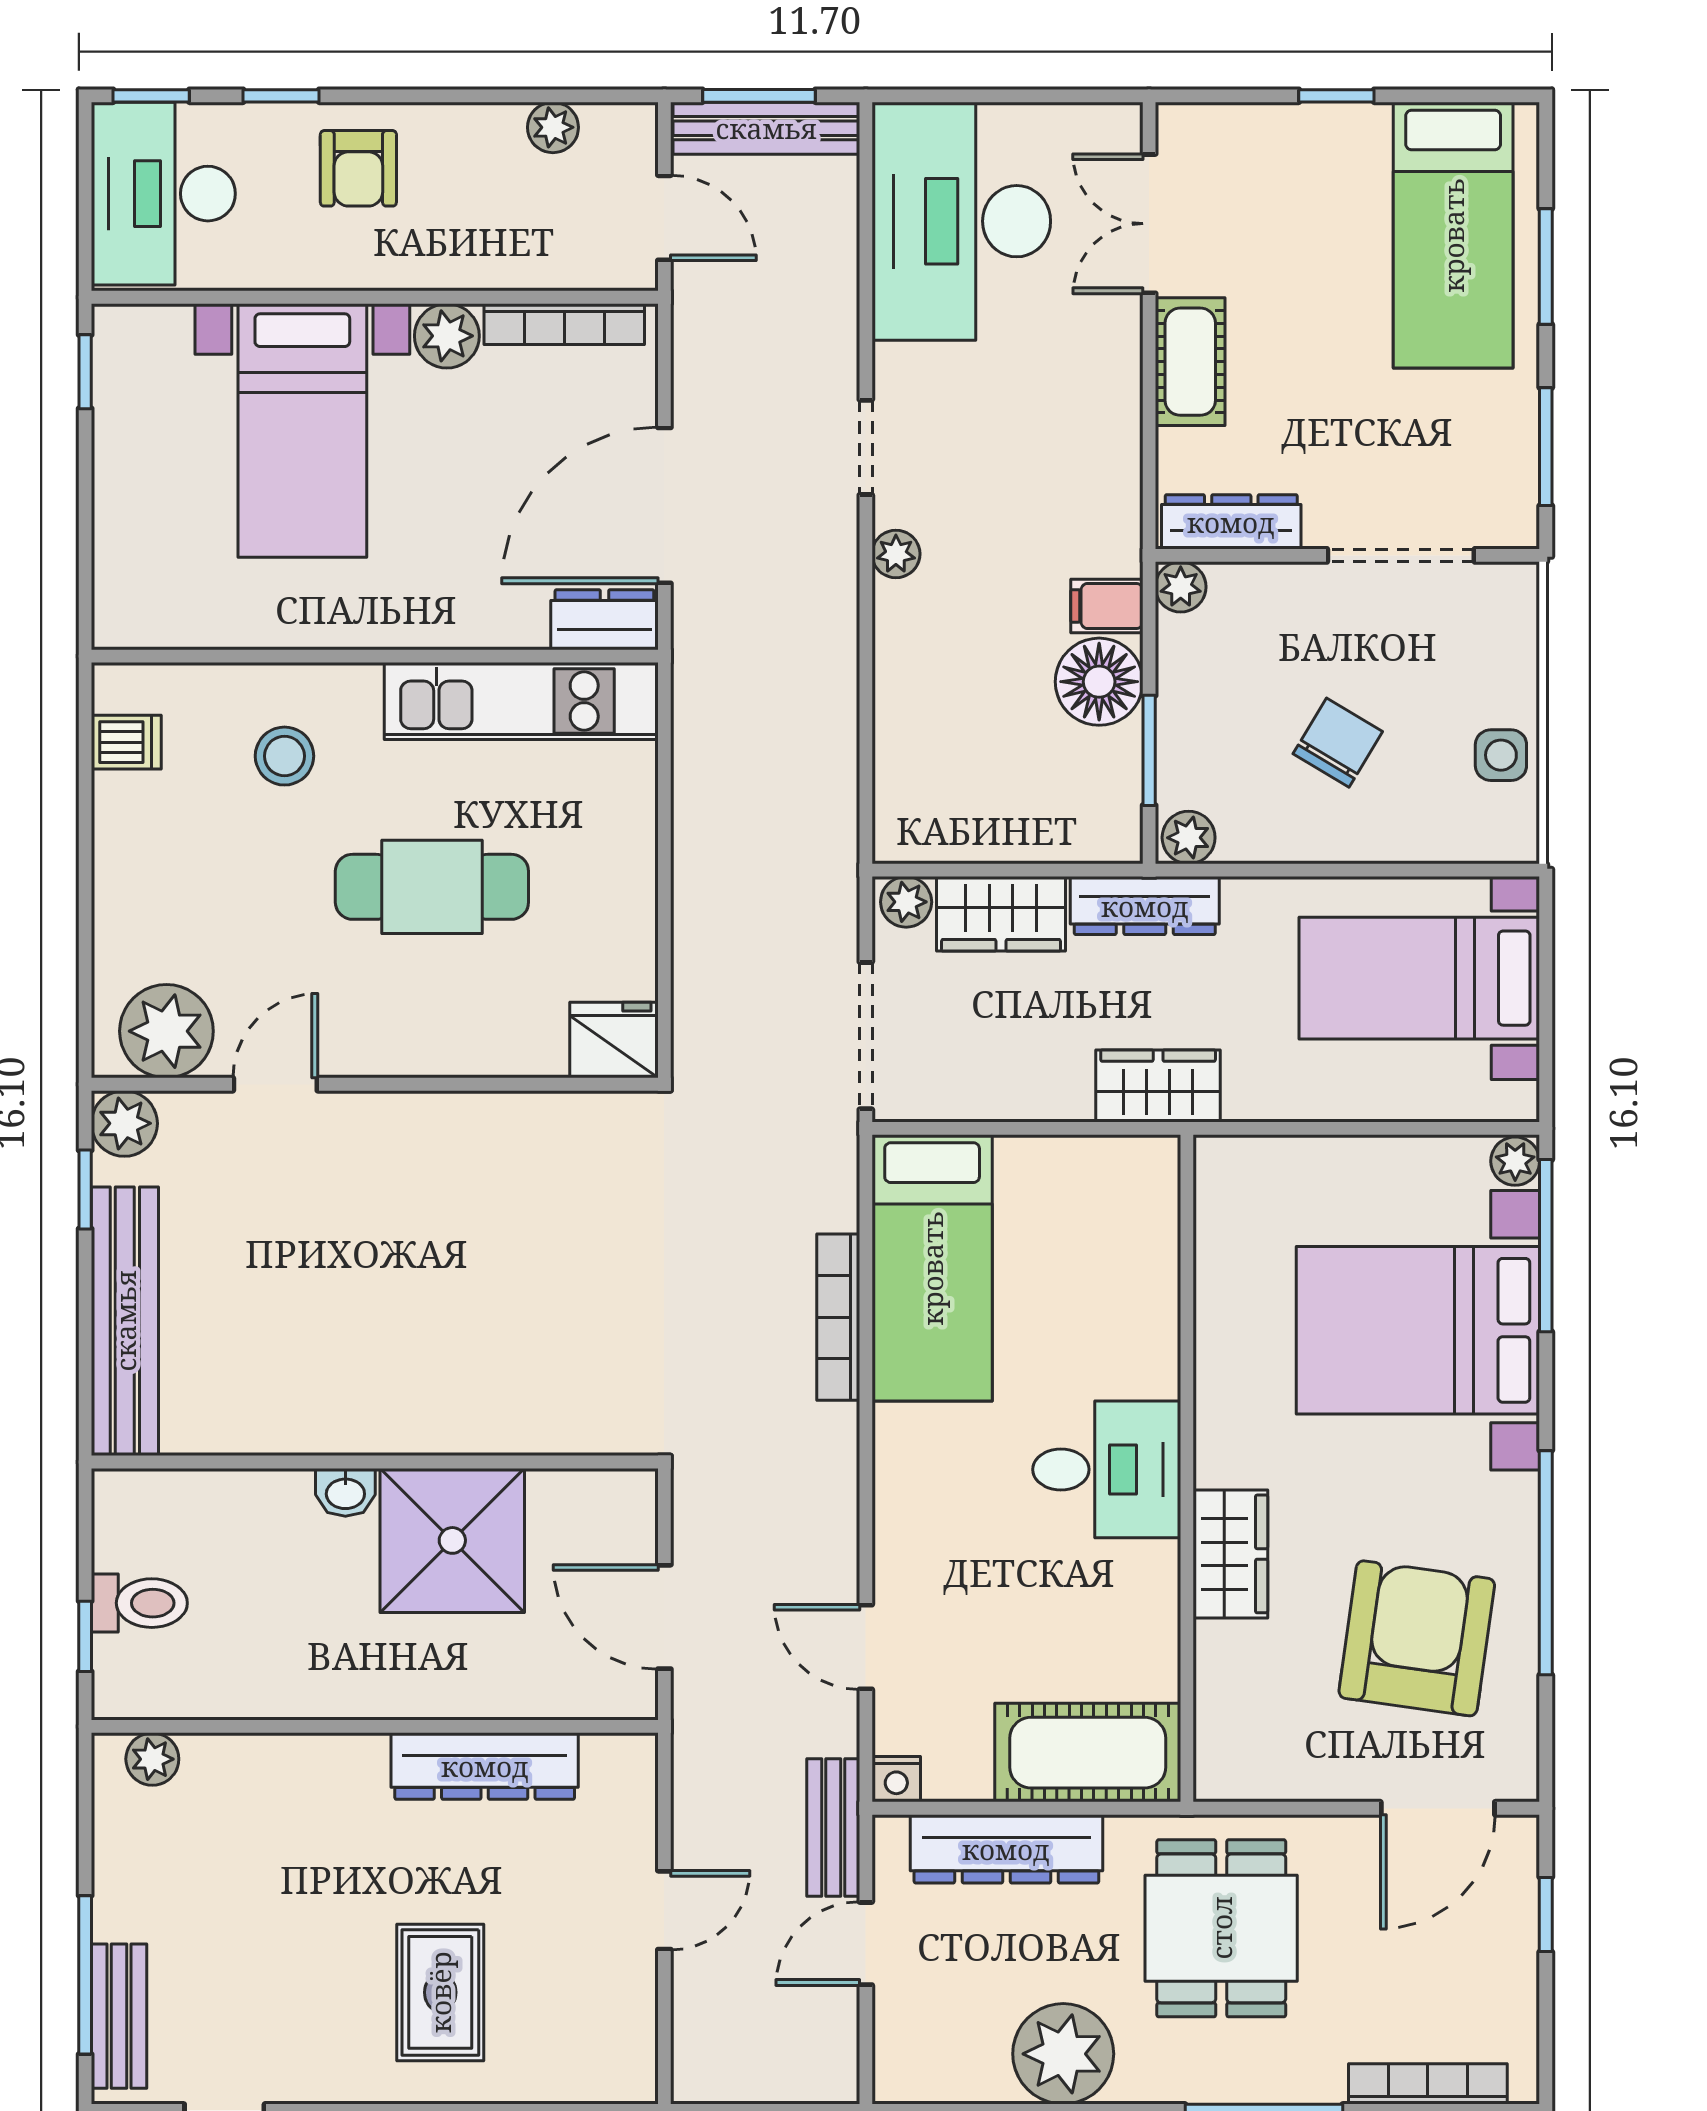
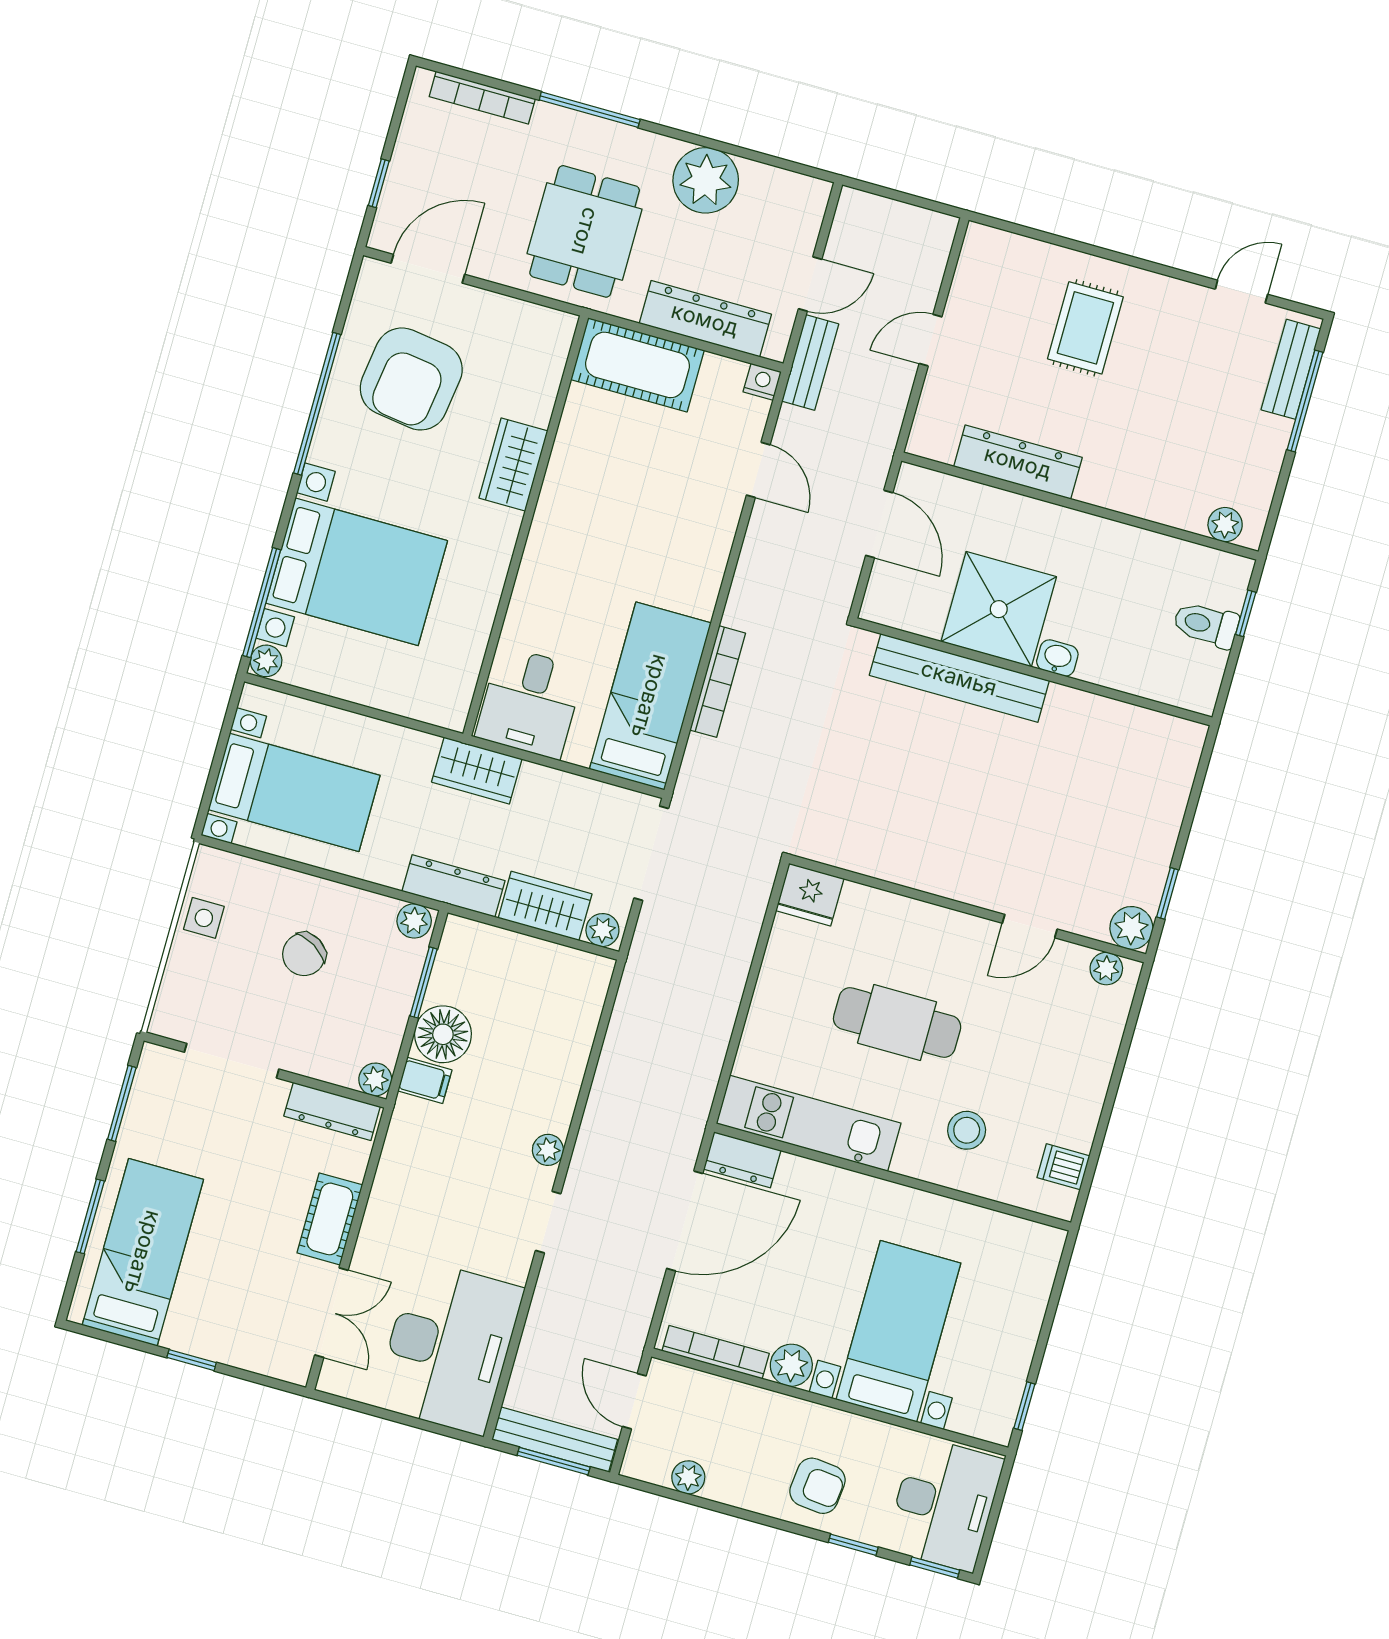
armchair: (358, 168) -> (817, 1486), turned 96
plant: (166, 1031) -> (1106, 969), width x0.53, depth x0.53
bench: (125, 1321) -> (959, 678), moved, turned 90
desk: (1107, 1469) -> (530, 703), moved, turned -90

